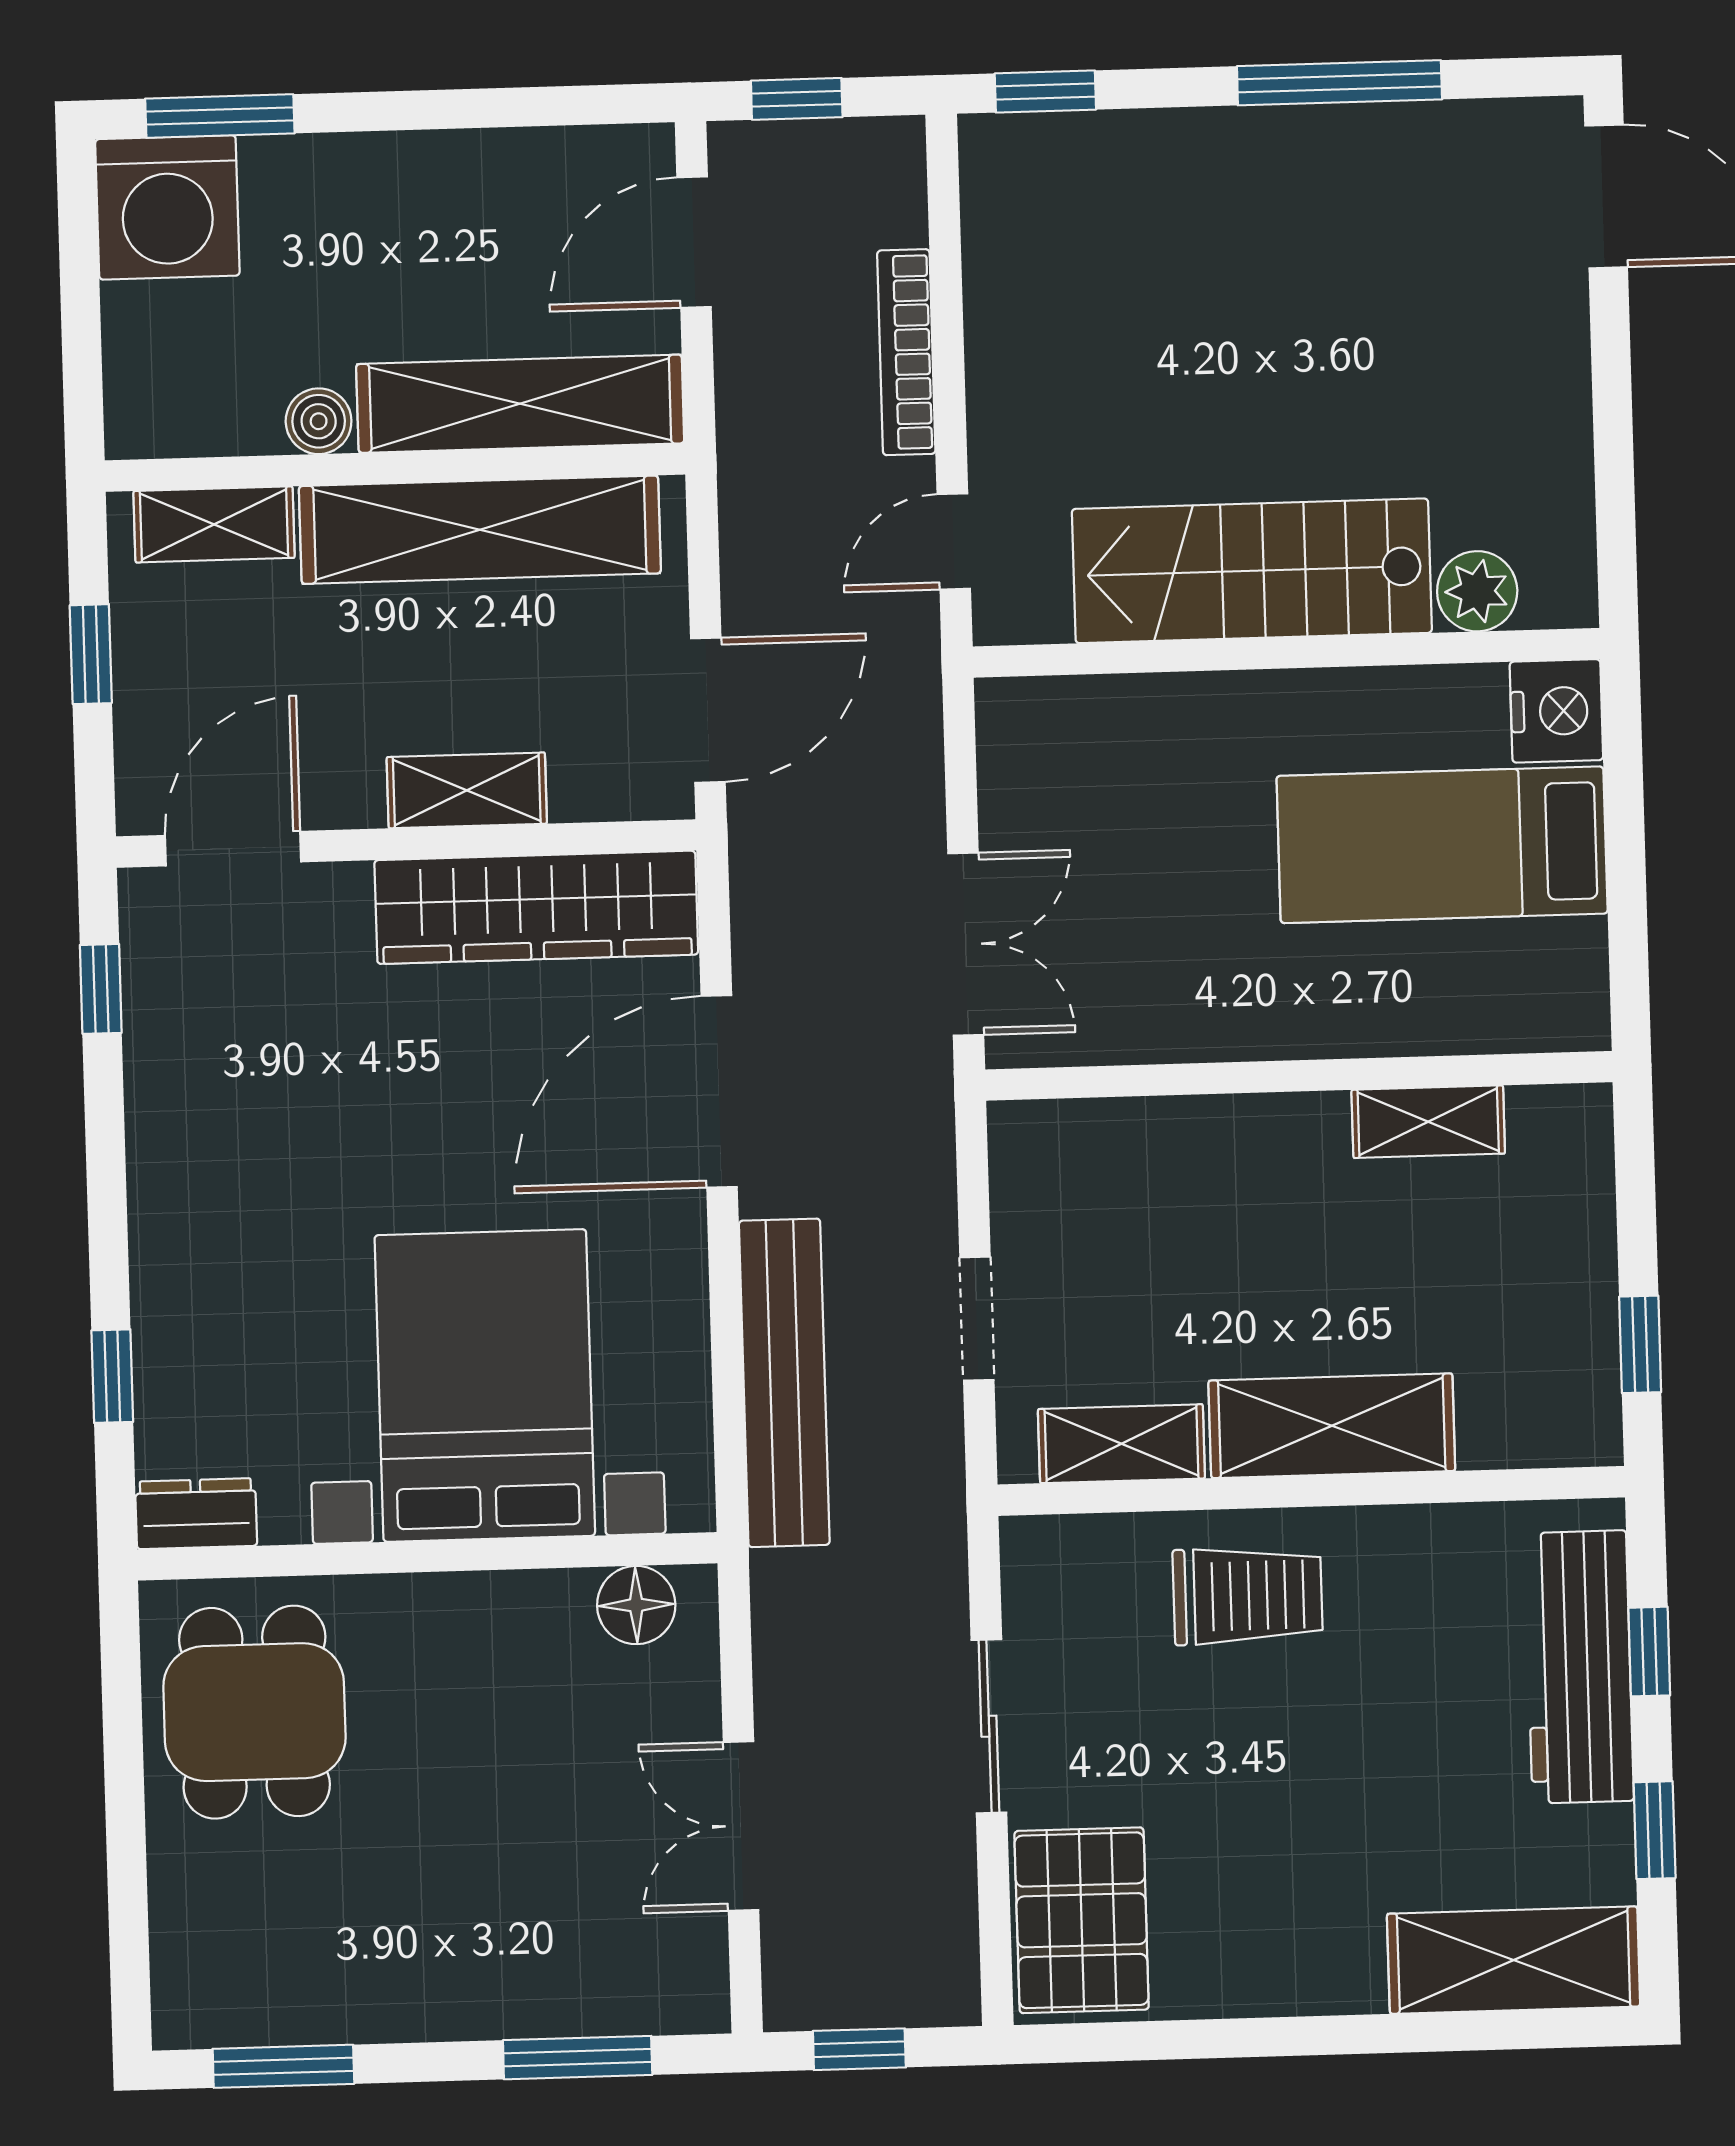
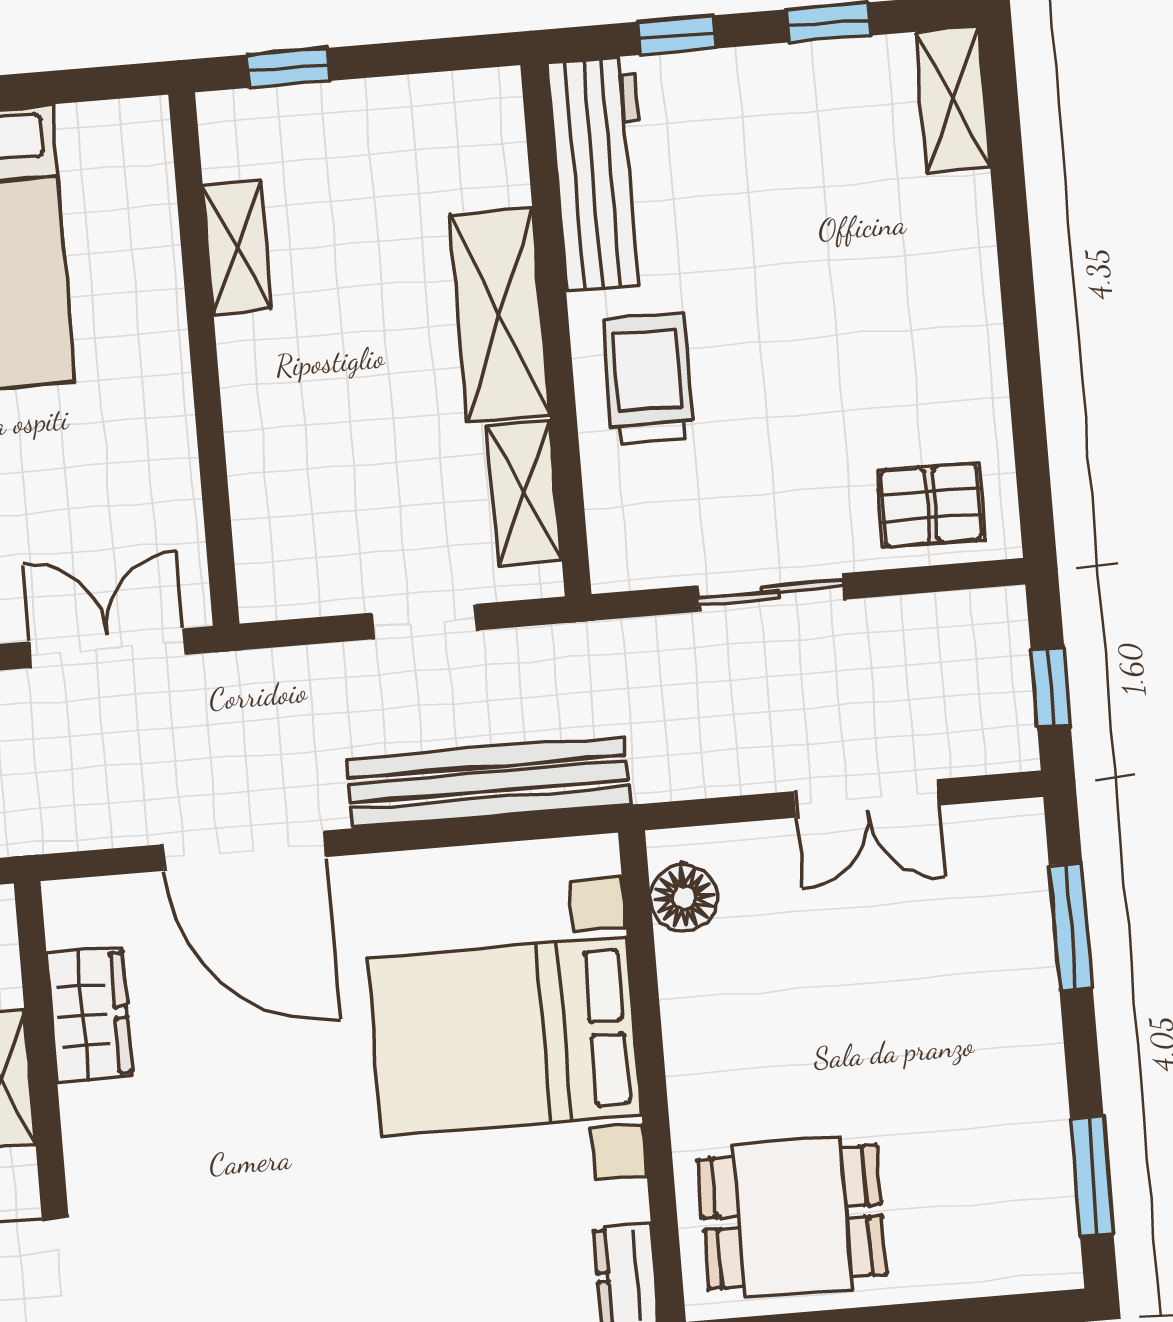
wardrobe: (536, 907) -> (89, 1015), width x0.48, depth x0.85
window: (1640, 1344) -> (288, 68), moved
workbench: (1579, 1667) -> (600, 174), moved, turned -90
pallet: (1082, 1920) -> (931, 505), width x0.67, depth x0.71
shelving: (1514, 1960) -> (953, 100), width x0.67, depth x0.75

